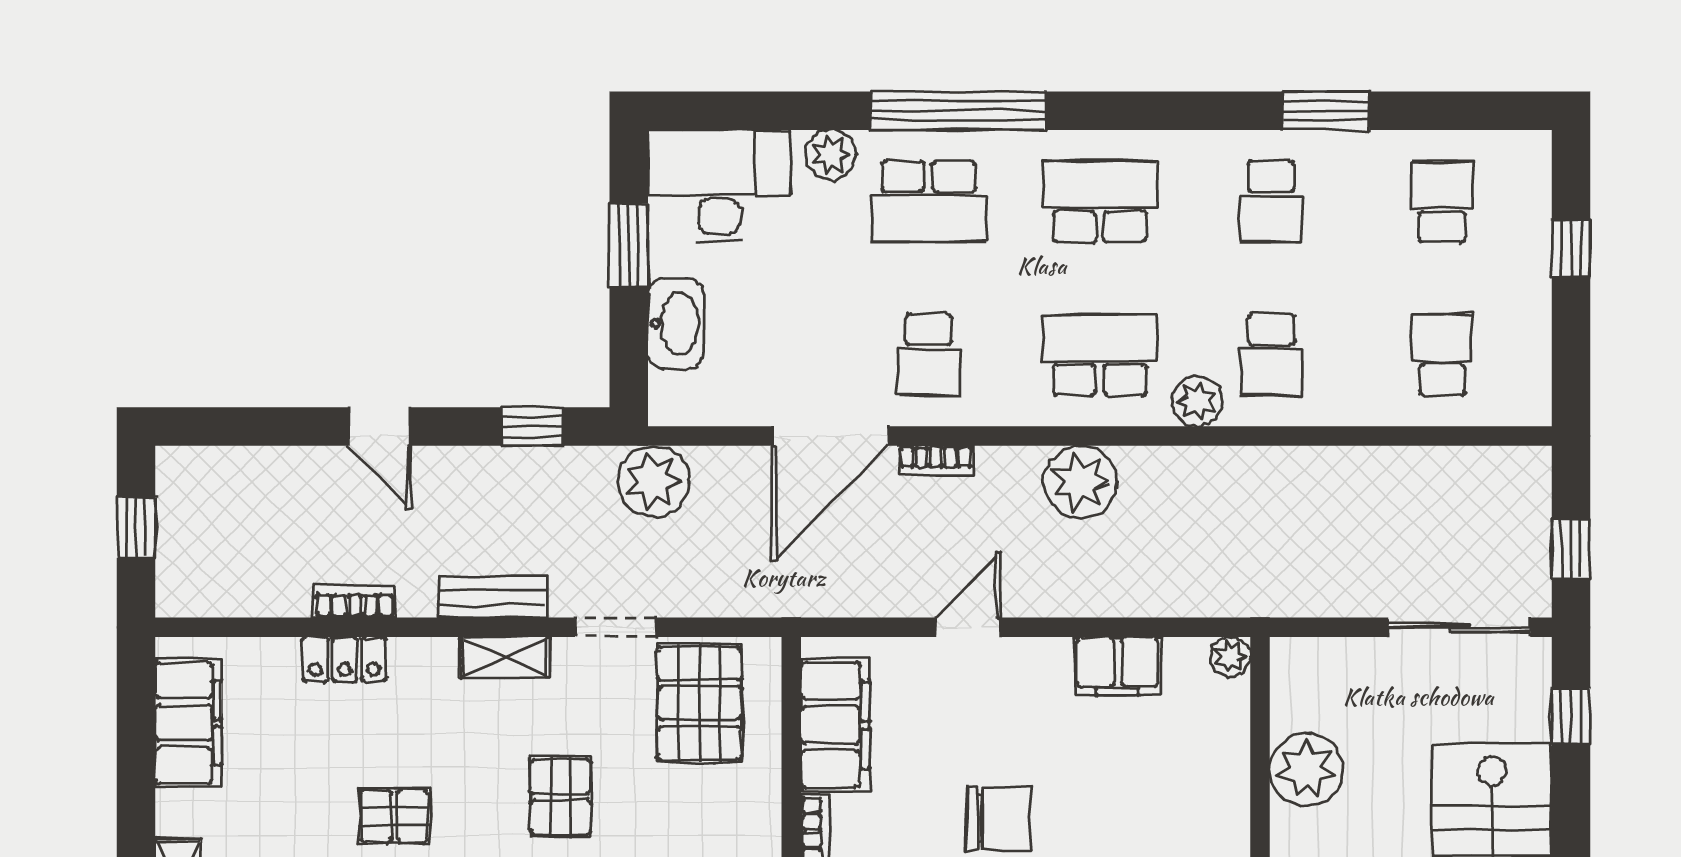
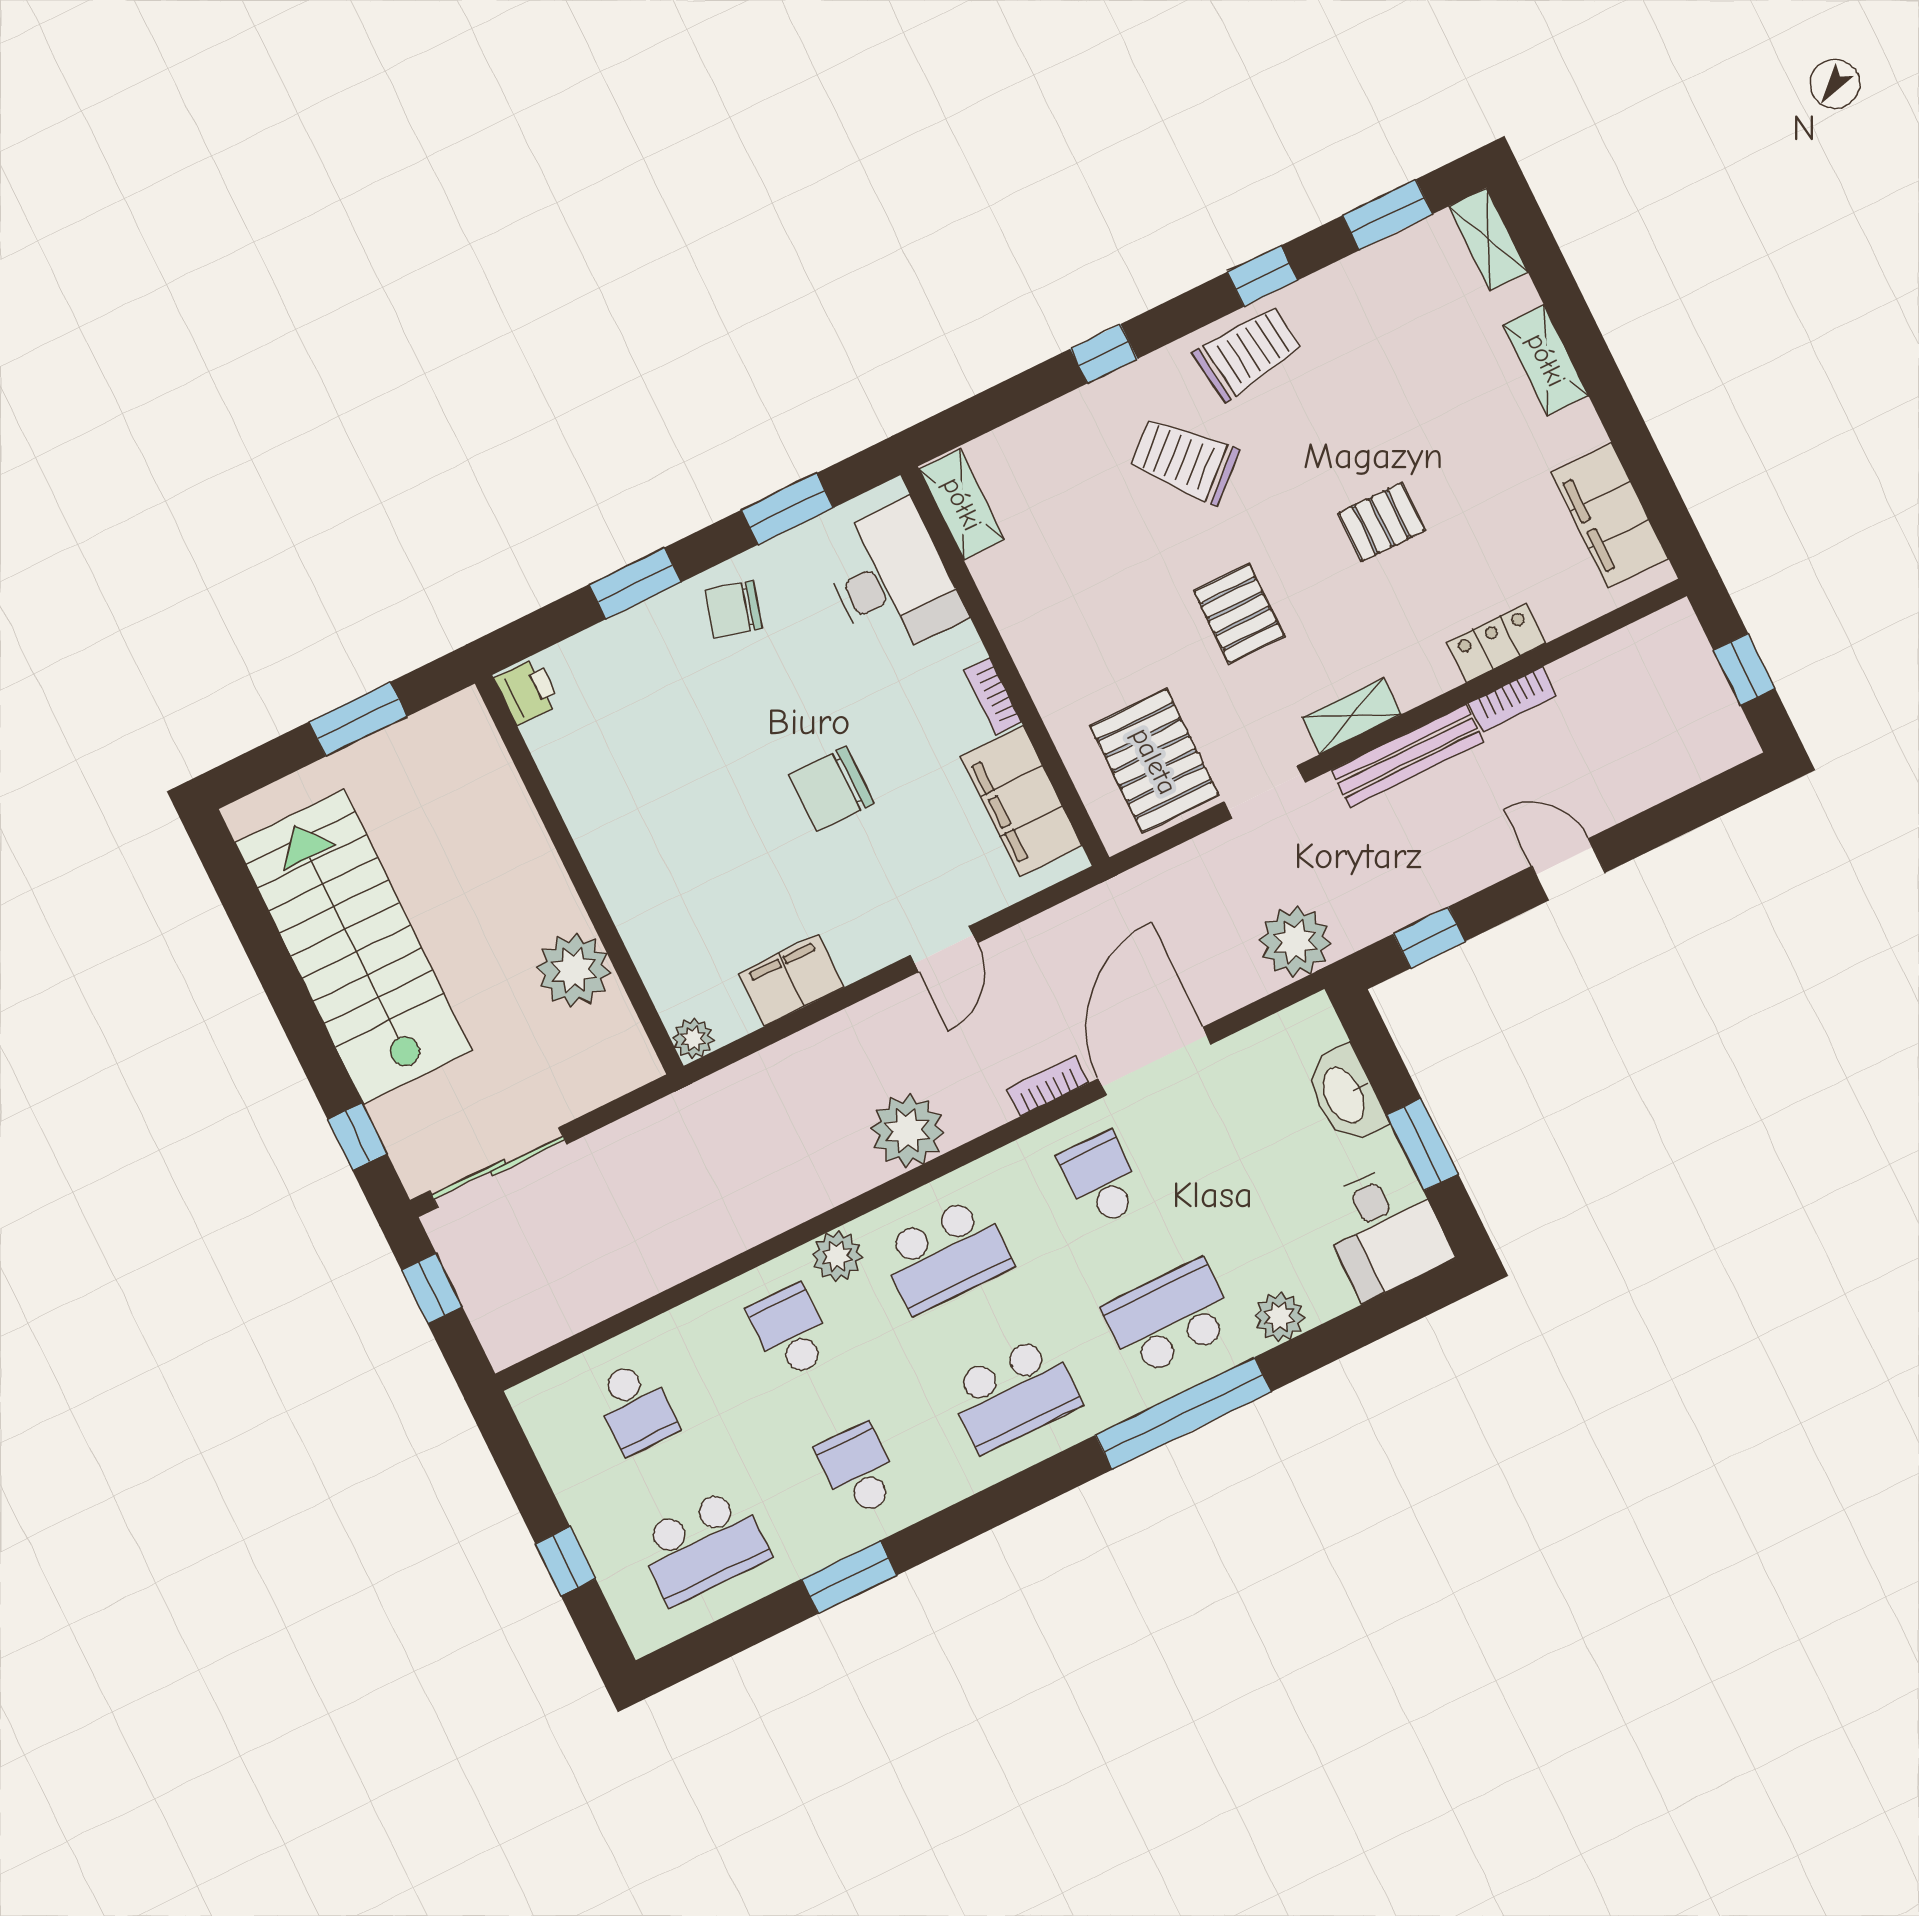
desk: (719, 186) -> (1384, 1230), width x0.73
school desk: (1442, 202) -> (703, 1546), width x1.85
bench: (493, 597) -> (1407, 756), width x1.36

